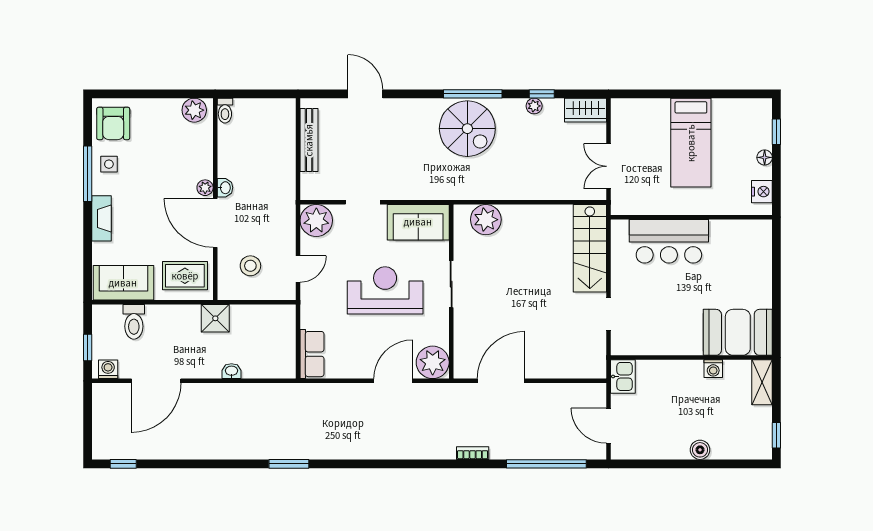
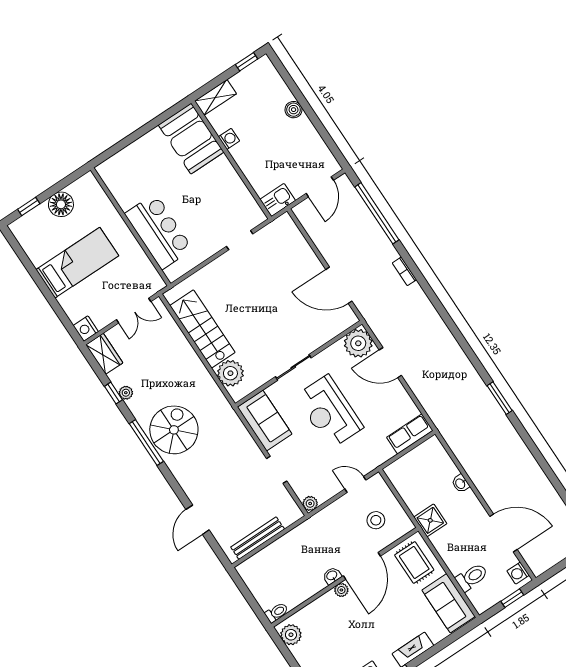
floor lamp: (765, 157) -> (61, 204), width x1.89, depth x1.89
nightstand: (762, 192) -> (86, 329), moved, turned -90
plant: (316, 220) -> (310, 503), width x0.53, depth x0.53
stairs: (590, 248) -> (202, 329), moved, turned -90

